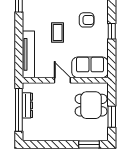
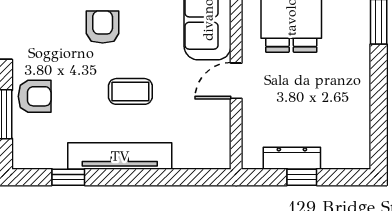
tv unit: (28, 54) -> (120, 156), moved
window: (19, 110) -> (302, 177), width x0.32

